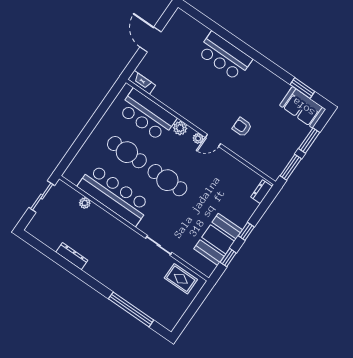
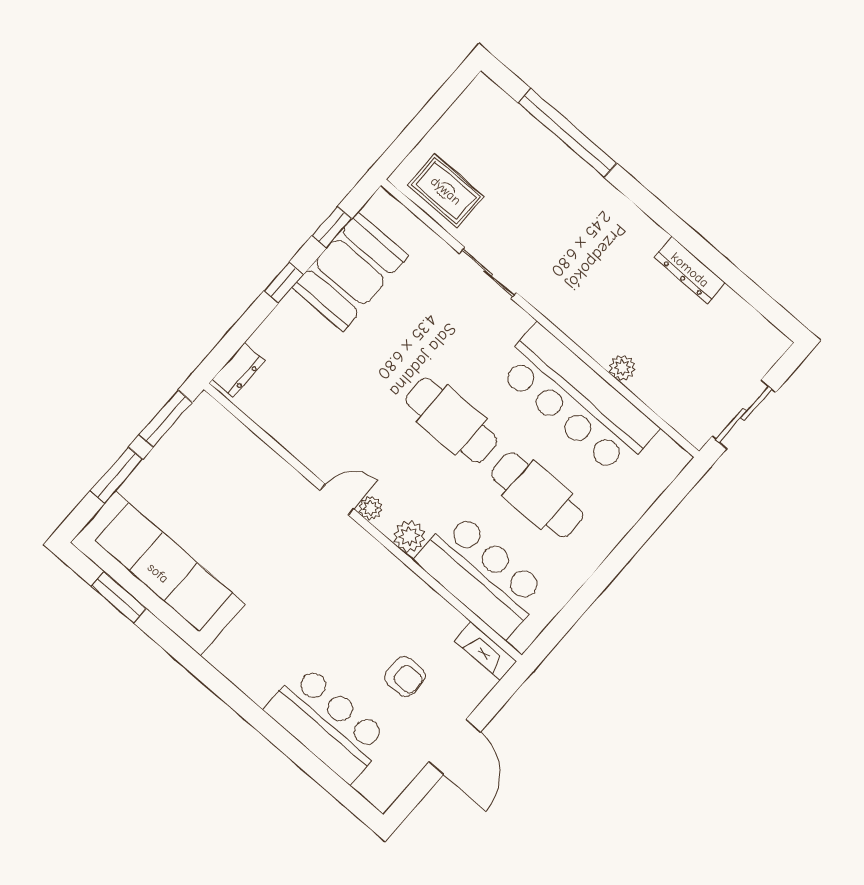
bar counter: (225, 56) -> (327, 724), moved
sofa: (303, 107) -> (158, 573), width x1.85, depth x1.27
armchair: (242, 127) -> (405, 676), moved
plant: (85, 203) -> (622, 368), moved

